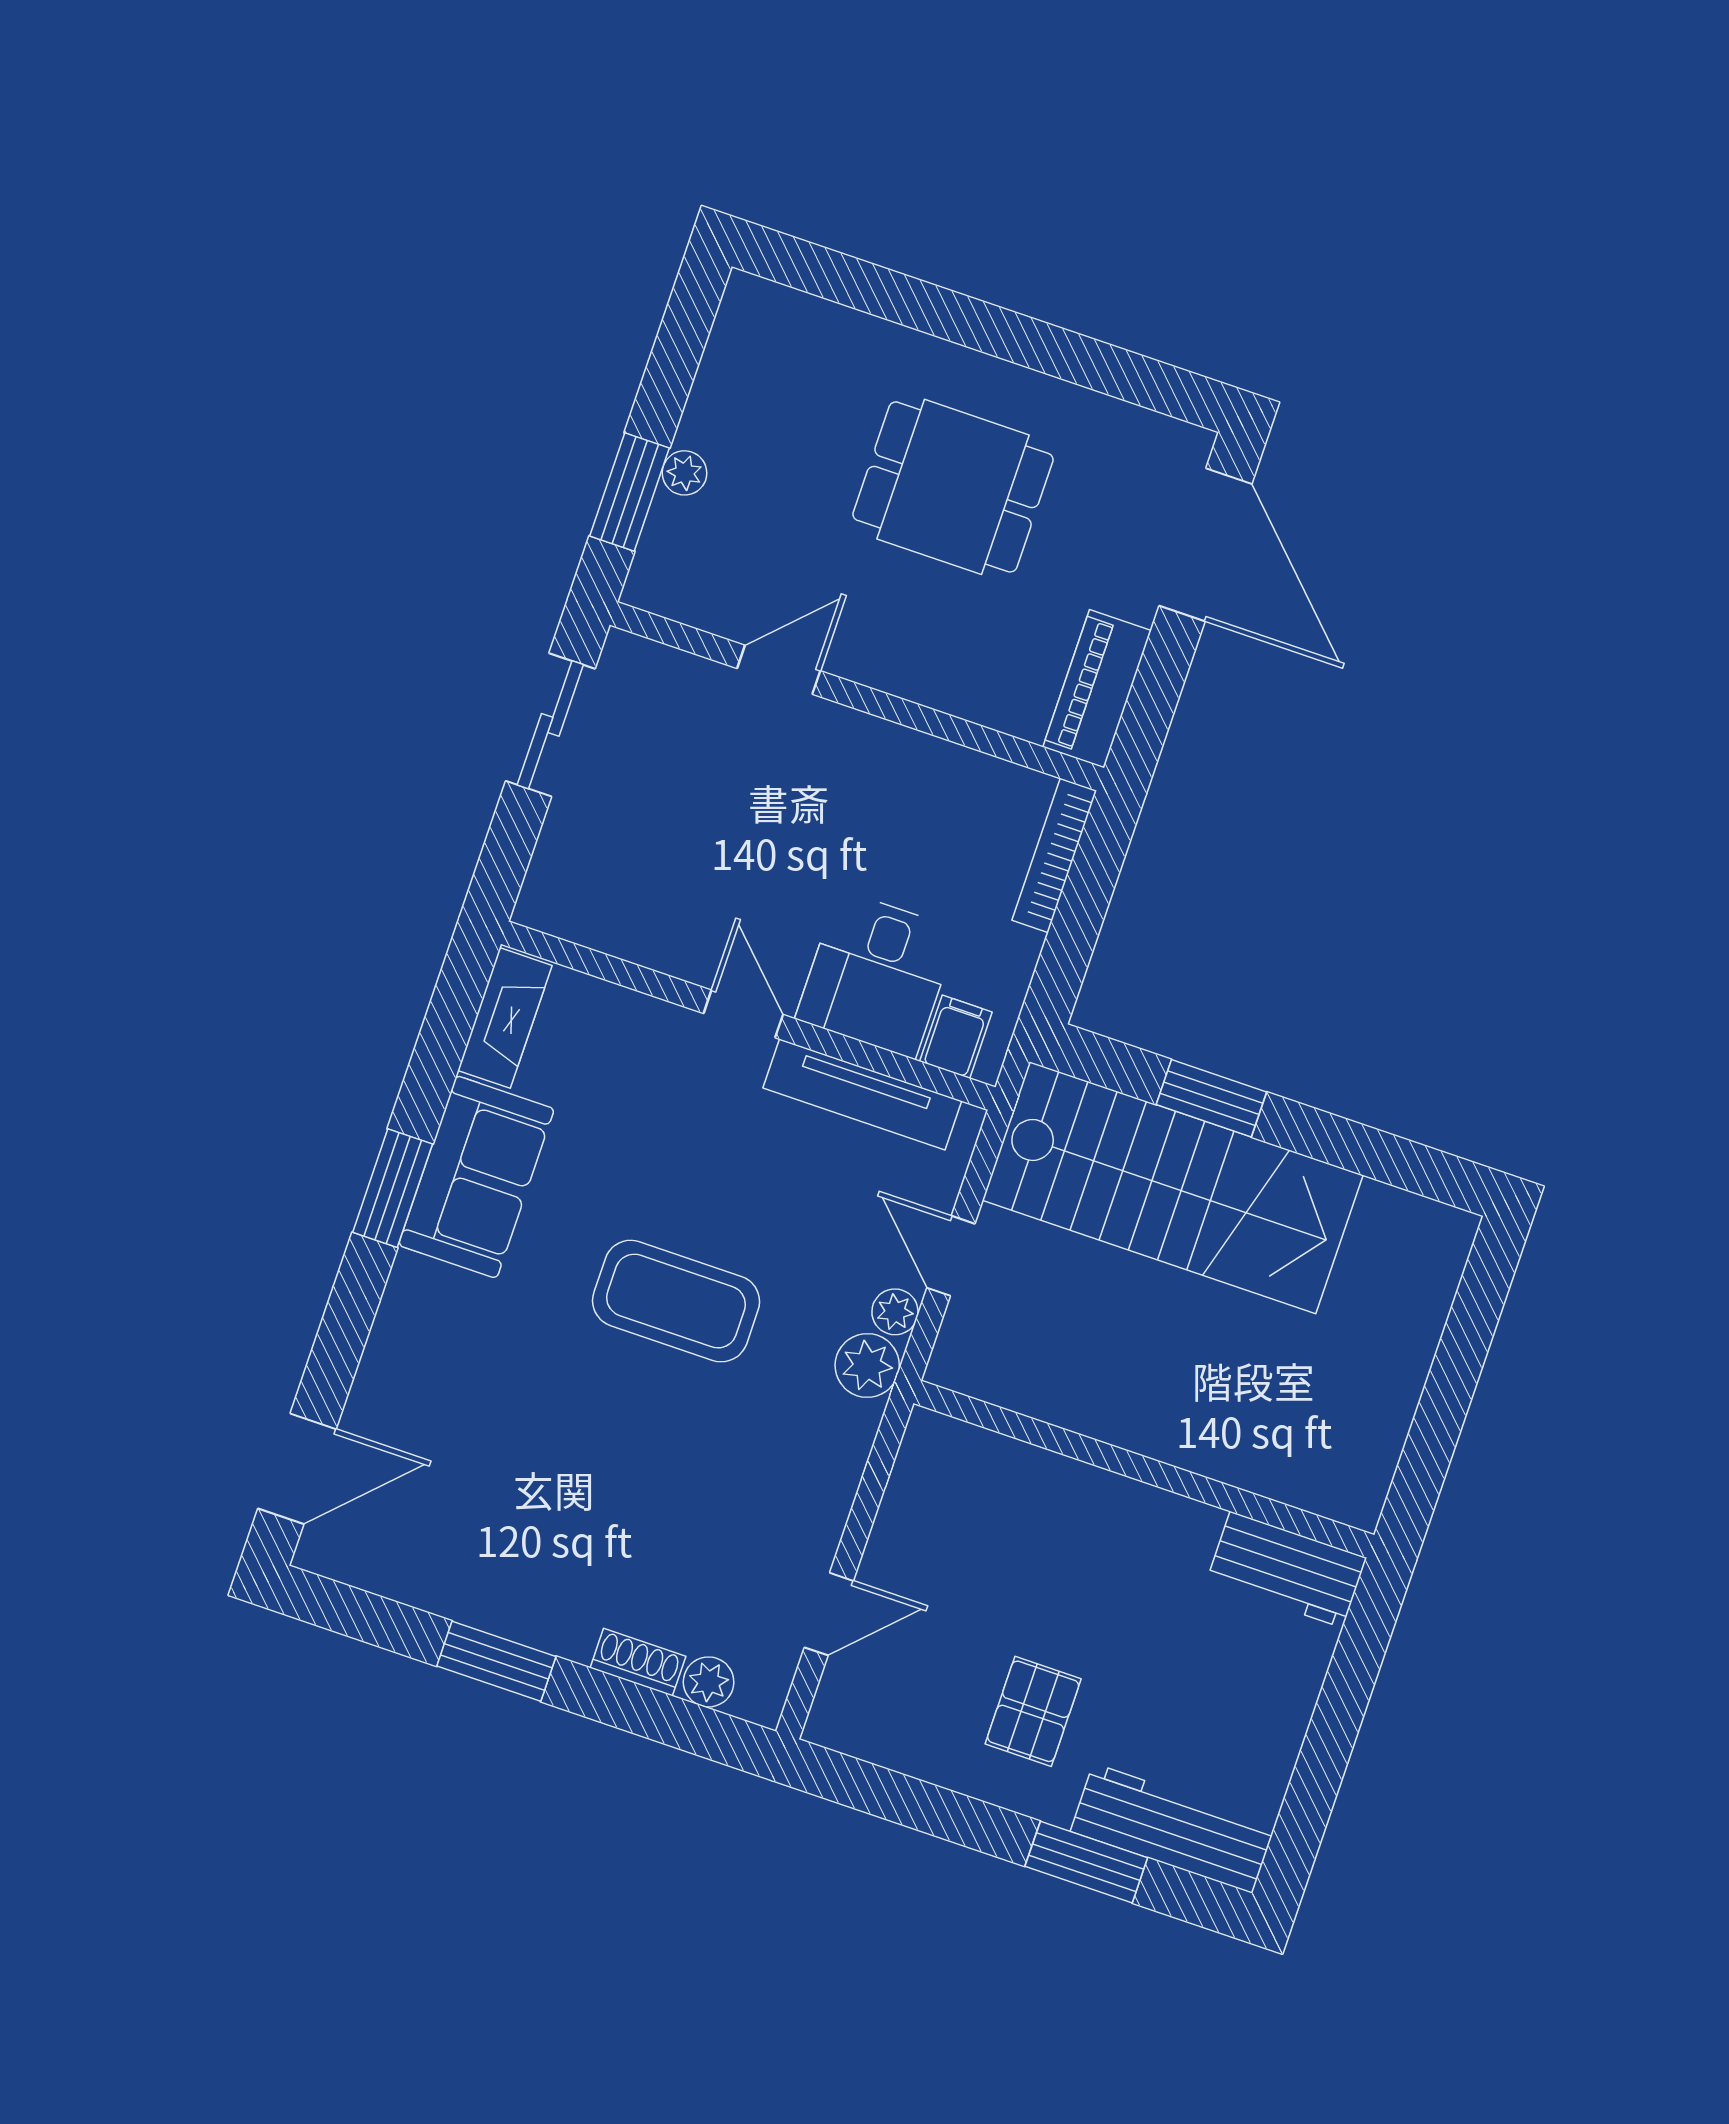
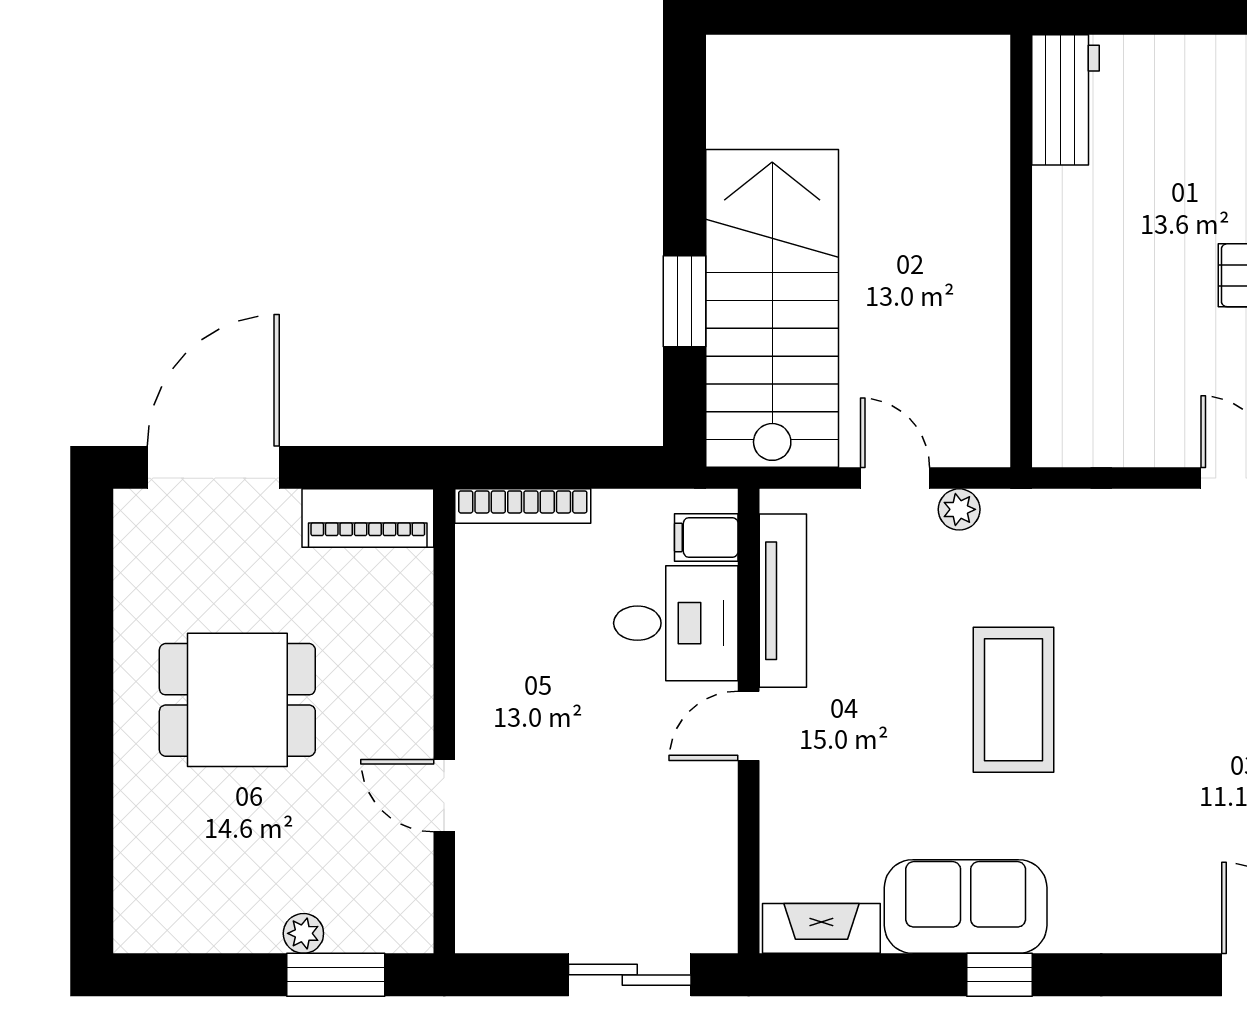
dining table: (953, 487) -> (237, 700), turned 90
sliding door: (550, 725) -> (630, 975), moved
window: (393, 1188) -> (1000, 975), width x0.67
door: (951, 1256) -> (895, 478), swing flipped
plant: (867, 1365) -> (1013, 518), removed

